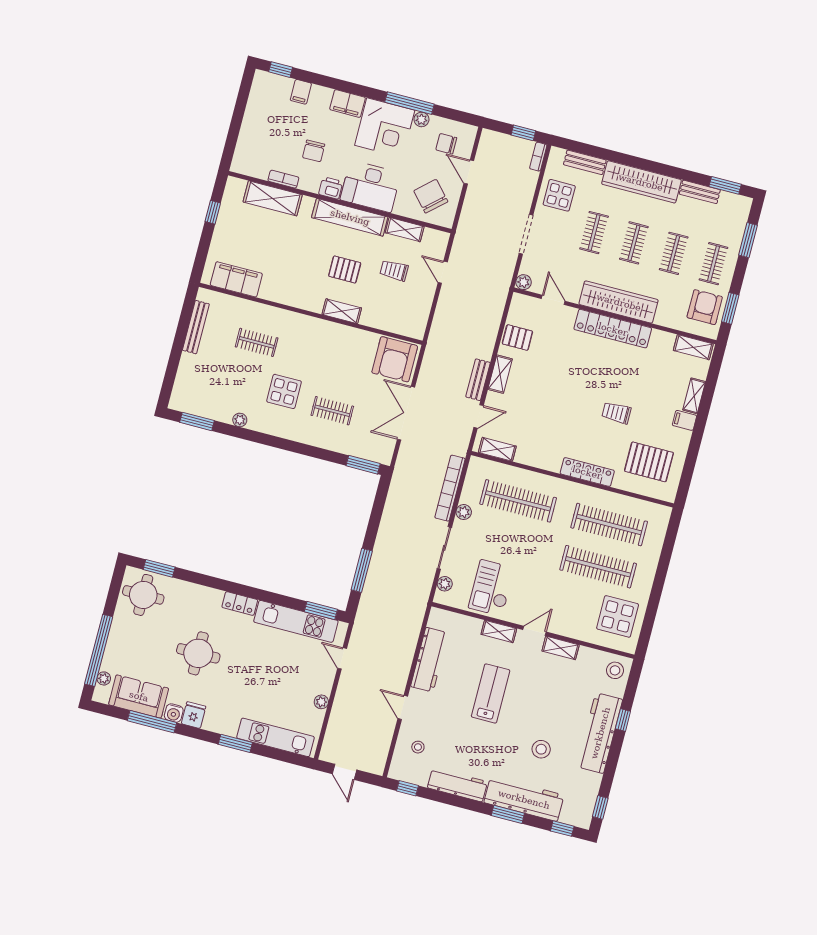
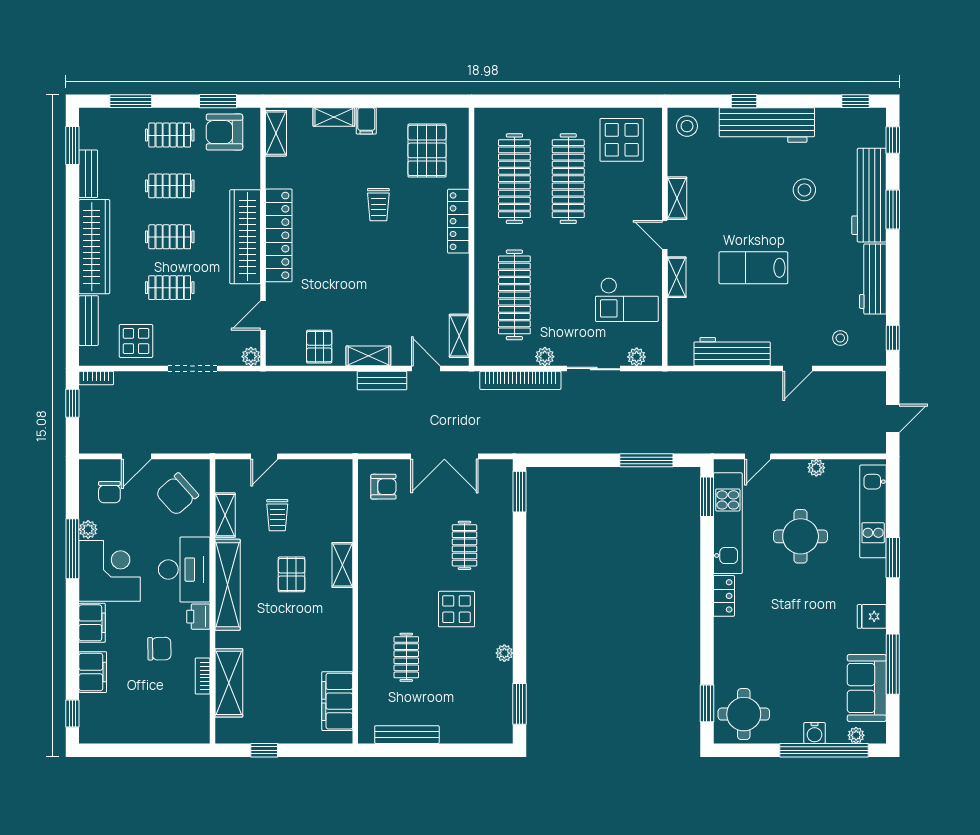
filing cabinet: (301, 92) -> (93, 672), width x2.00
armchair: (395, 359) -> (383, 487), width x0.53, depth x0.53
round table: (198, 653) -> (801, 536), moved
water cooler: (174, 713) -> (815, 733), moved, turned 90

